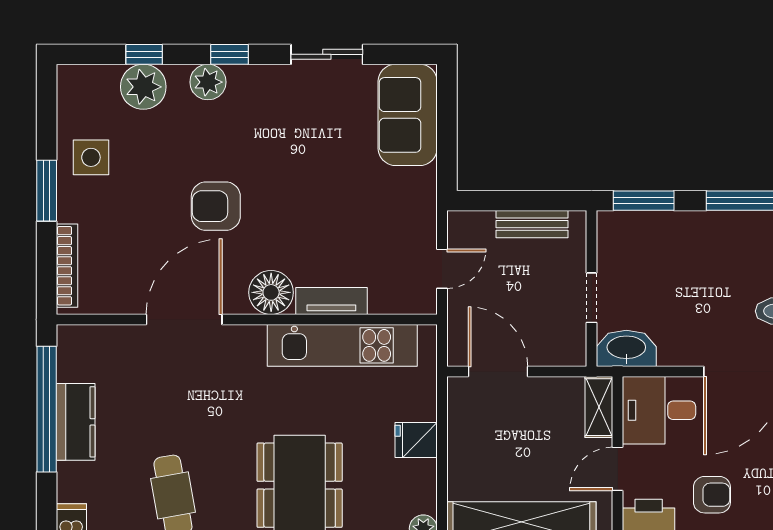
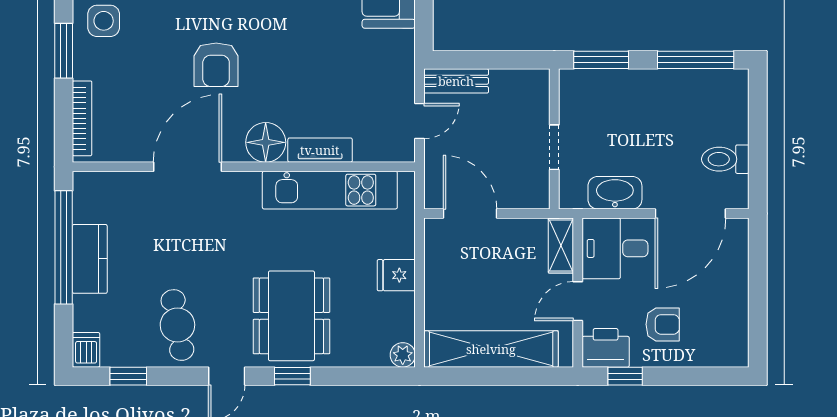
armchair: (216, 206) -> (216, 65), turned -90
bench: (532, 224) -> (456, 81), moved
washbasin: (626, 348) -> (615, 193), moved

